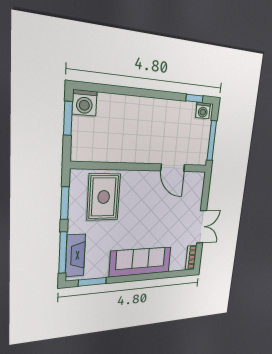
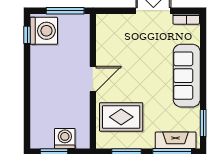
washing machine: (84, 103) -> (65, 138), moved, turned -90
washing machine: (203, 111) -> (44, 31), width x1.89, depth x1.89
door: (173, 168) -> (93, 79), moved

